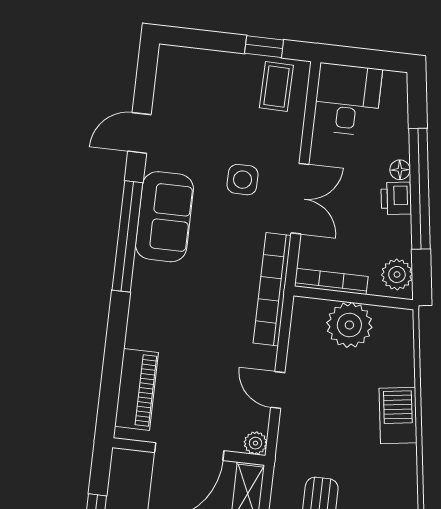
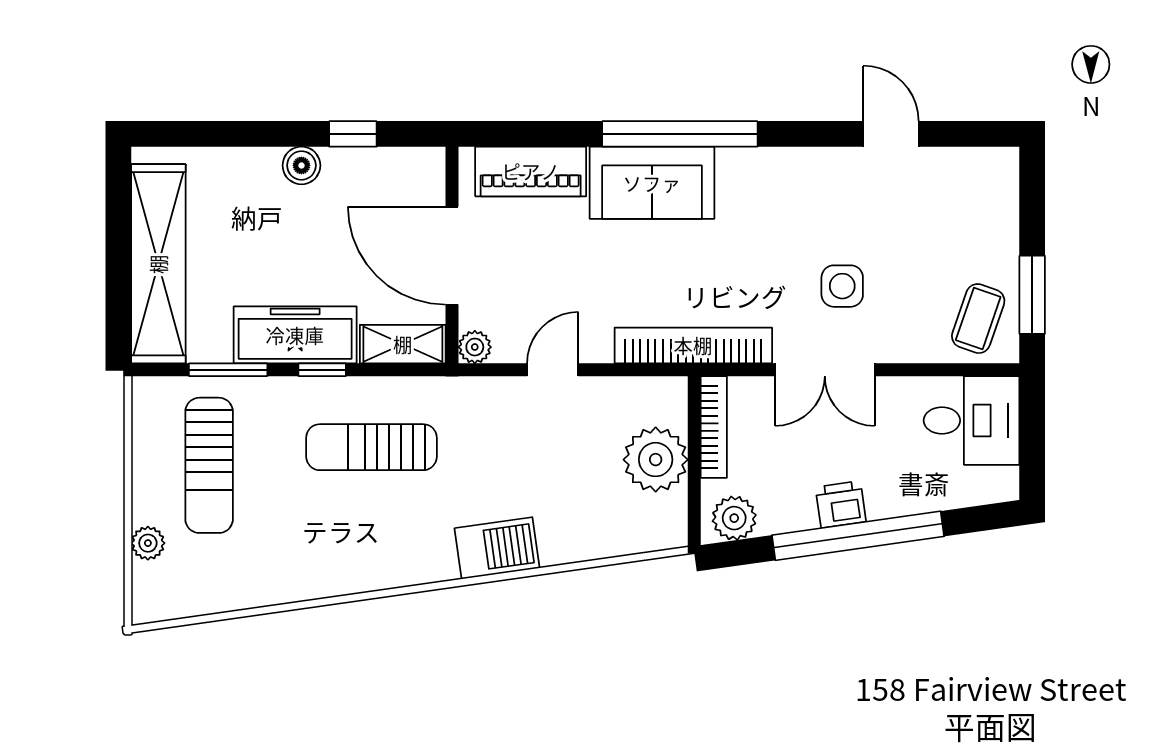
window: (264, 47) -> (1032, 295), width x1.50
coffee table: (276, 87) -> (978, 319), turned -72
floor lamp: (400, 170) -> (881, 505), removed
sofa: (165, 217) -> (652, 183), moved
window: (127, 236) -> (680, 134), moved
barbecue: (398, 415) -> (497, 548), moved

